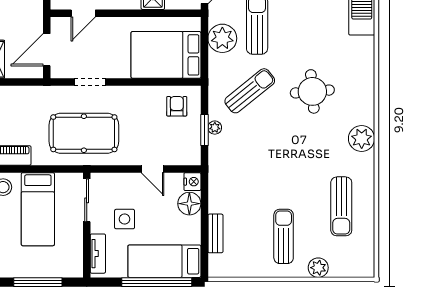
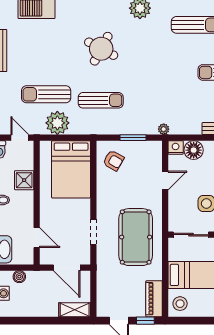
sun lounger: (250, 91) -> (101, 100), turned 129
round table: (312, 91) -> (101, 49), turned 33
armchair: (177, 106) -> (113, 160), turned -150
plant: (215, 128) -> (164, 129), moved

